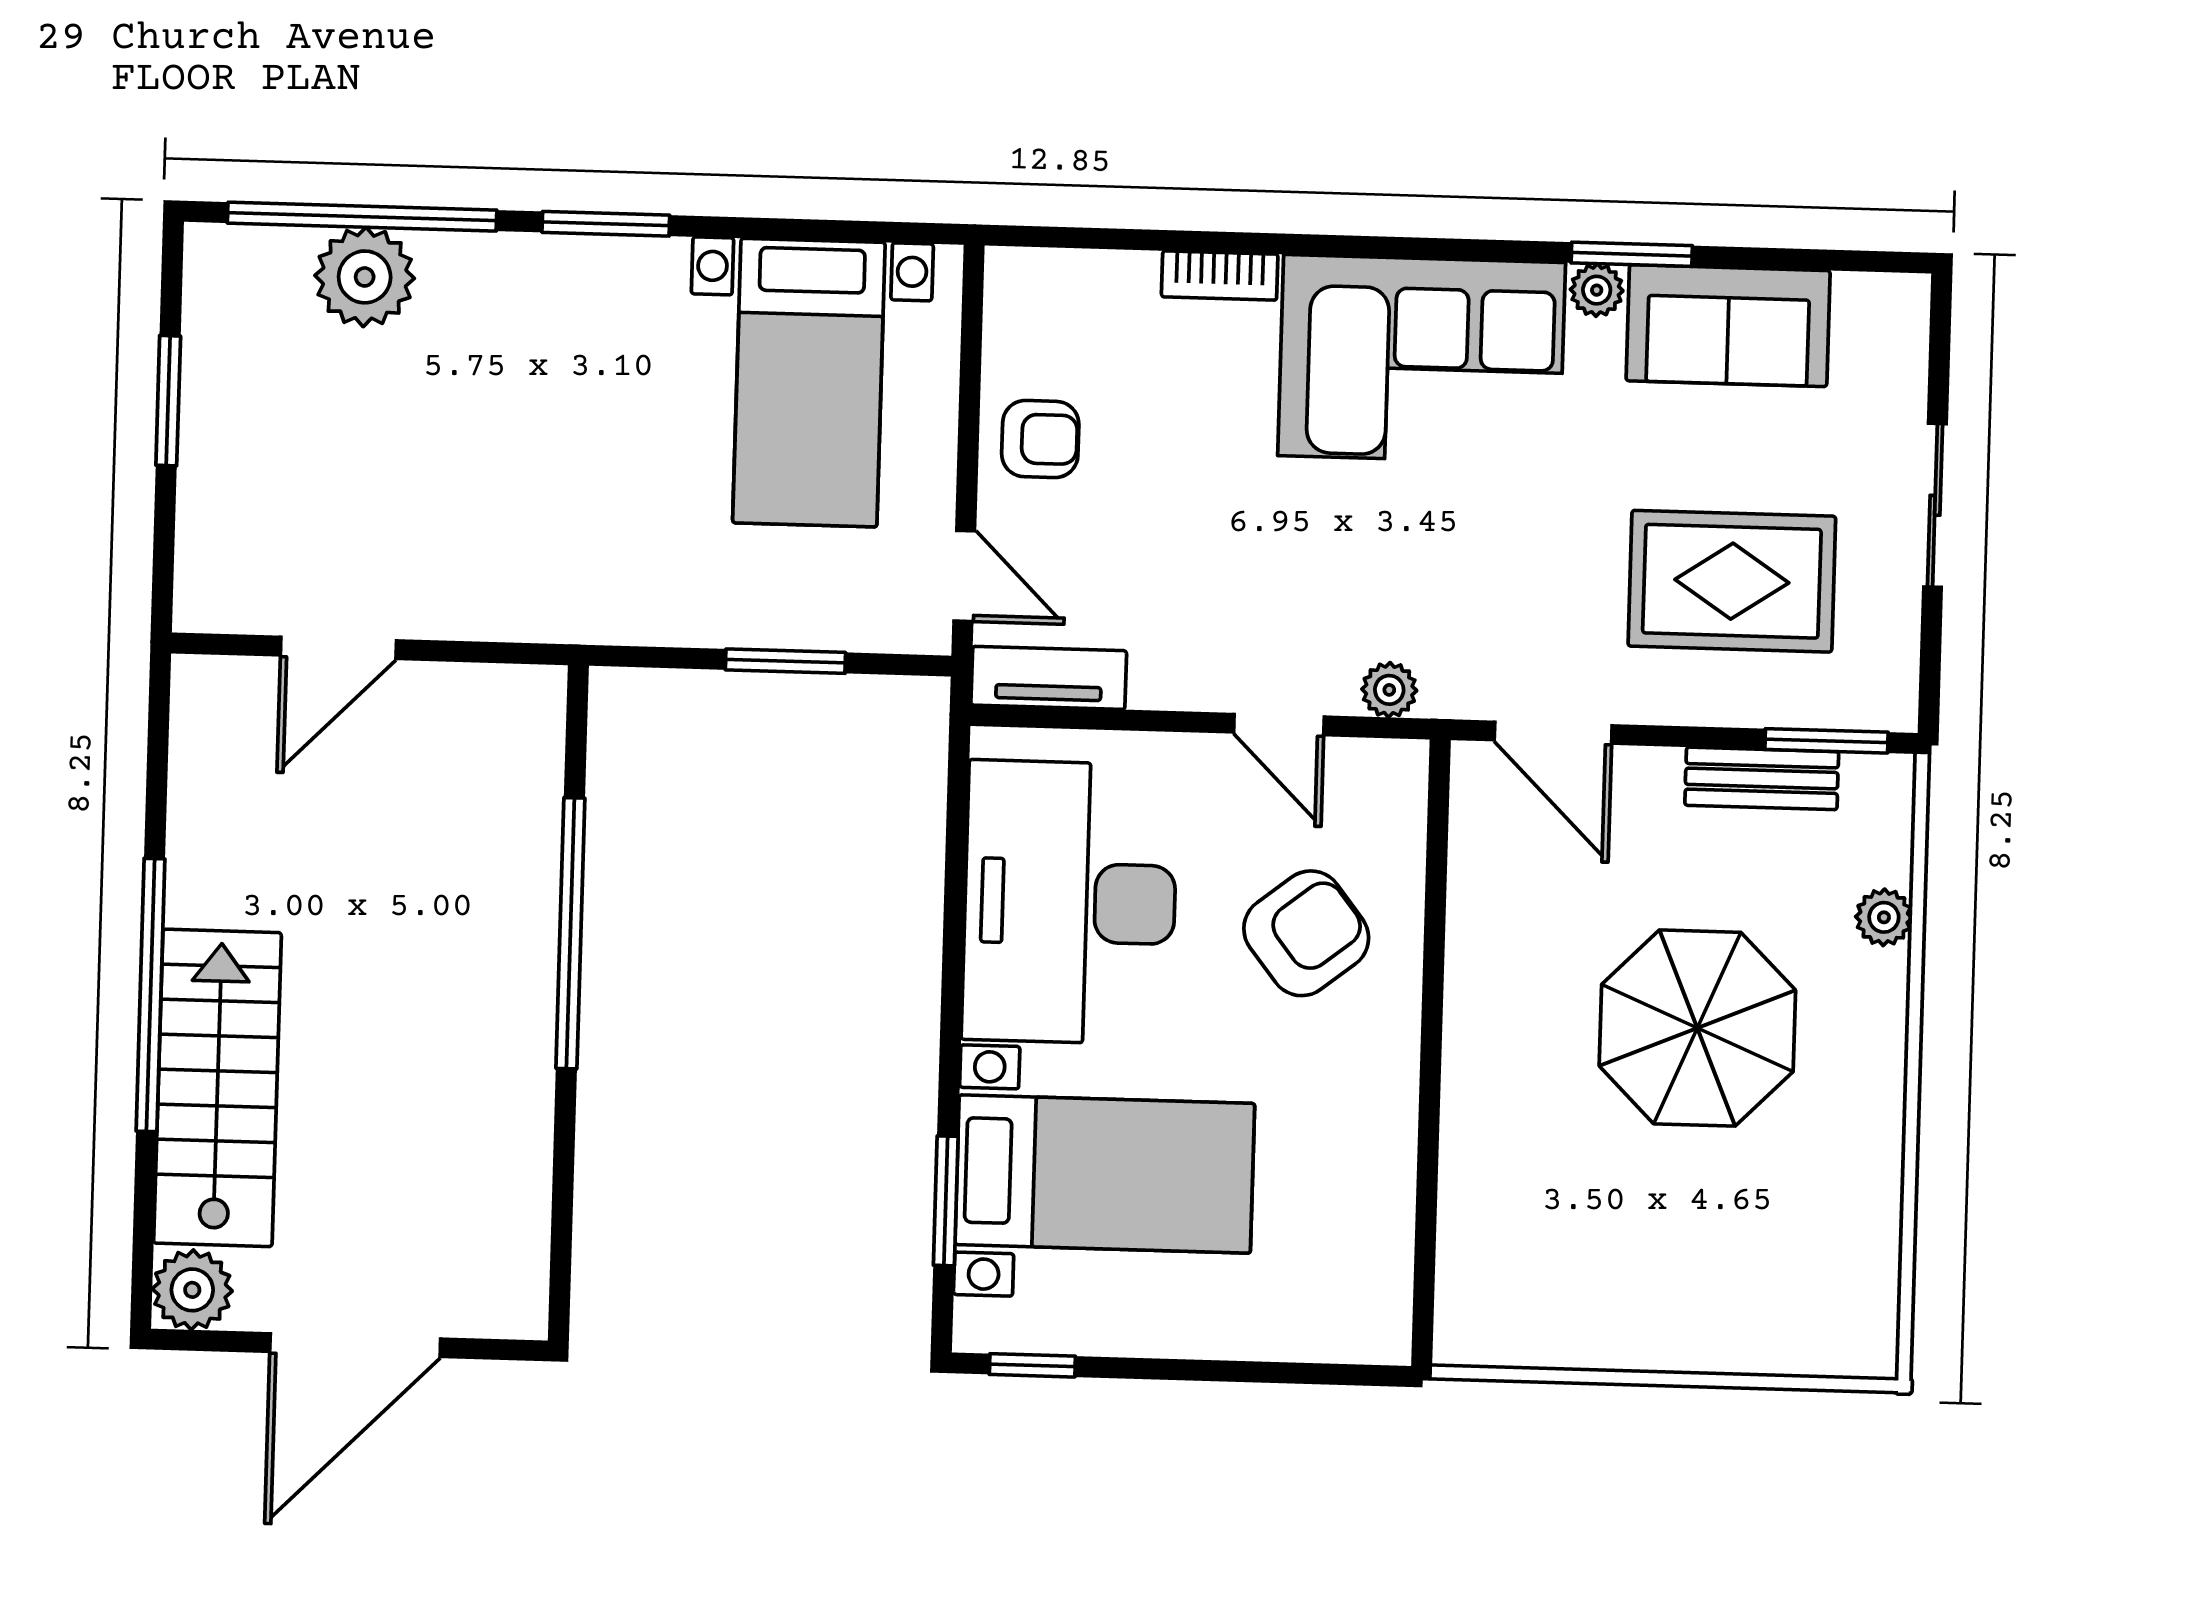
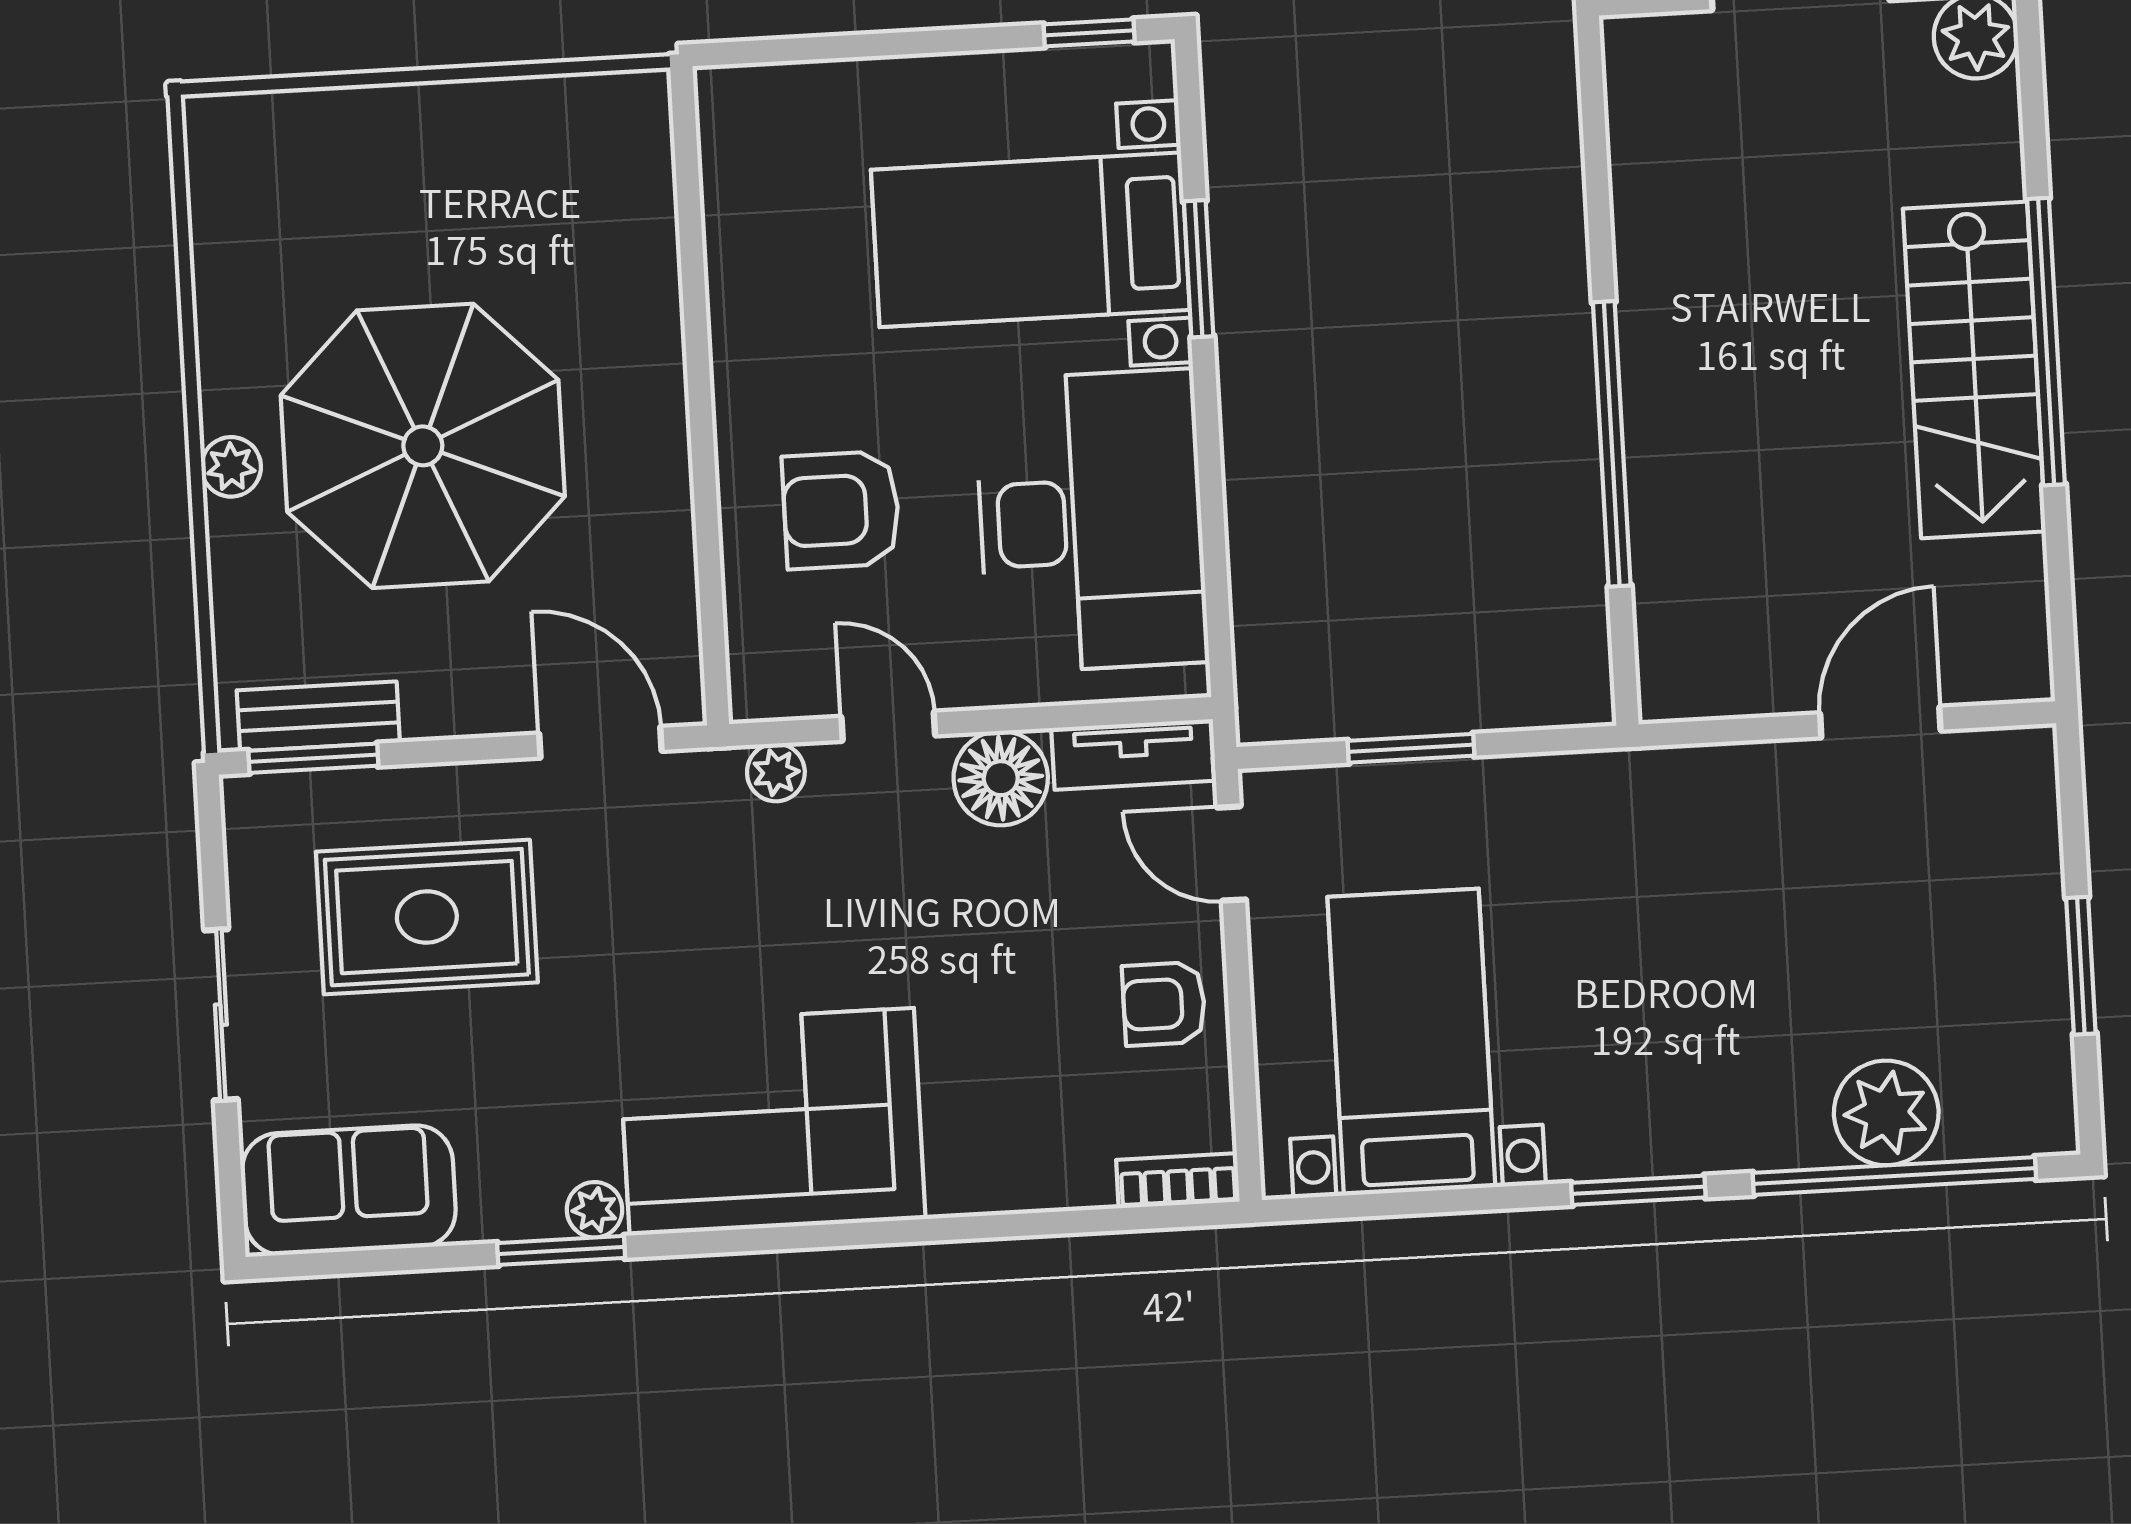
bookcase: (1220, 276) -> (1178, 1181), moved
sofa: (1728, 326) -> (349, 1190), moved
floor lamp: (1177, 666) -> (1001, 778), added
bench: (1762, 778) -> (318, 716), moved
plant: (1884, 917) -> (231, 467), moved
armchair: (1306, 933) -> (841, 510), turned 38
parasol: (1697, 1028) -> (423, 446), width x1.36, depth x1.36
stairs: (217, 1088) -> (1974, 370), moved
window: (946, 1201) -> (1199, 269), moved

